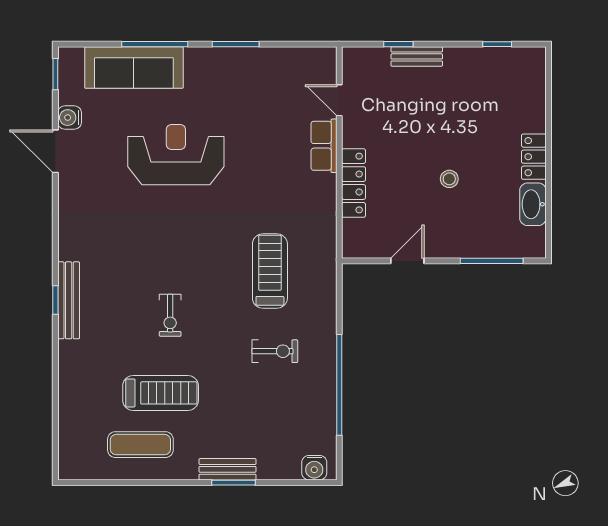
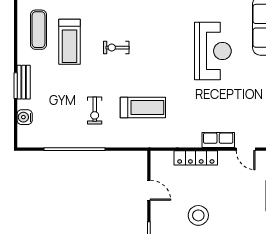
door: (339, 100) -> (246, 149), swing flipped
stool: (449, 179) -> (198, 215), width x1.89, depth x1.89
water cooler: (314, 468) -> (25, 117), moved

